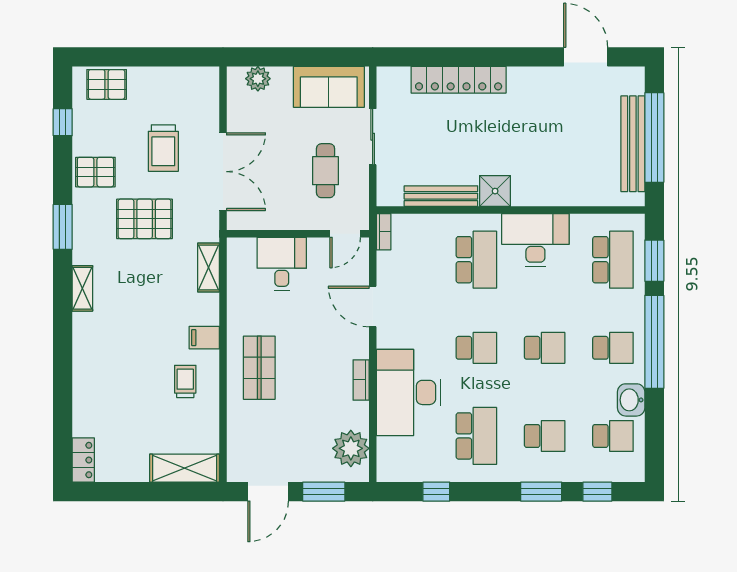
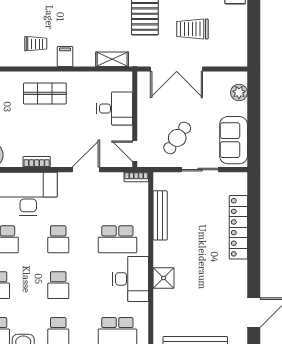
cafe table: (326, 171) -> (177, 138), turned -54
shower: (495, 191) -> (164, 278), moved

